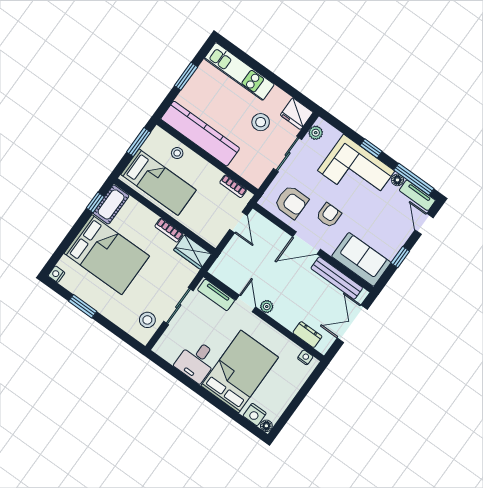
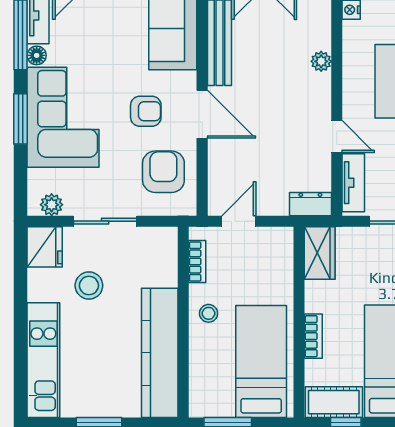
window: (371, 148) -> (20, 119), width x1.50
stool: (177, 153) -> (209, 313), moved
armchair: (329, 215) -> (146, 111), turned 180
bookcase: (169, 230) -> (313, 336), moved
door: (246, 303) -> (337, 137), swing flipped
plant: (267, 307) -> (321, 61), moved
dresser: (307, 335) -> (310, 204), moved, turned 90

